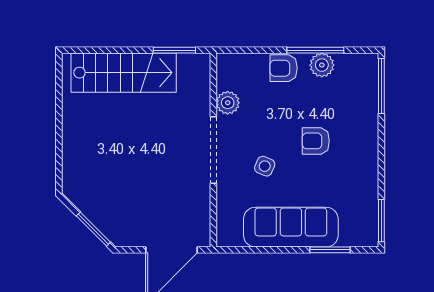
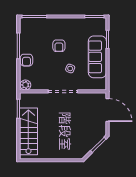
plant: (322, 65) -> (25, 43), removed
plant: (228, 103) -> (25, 85), moved

